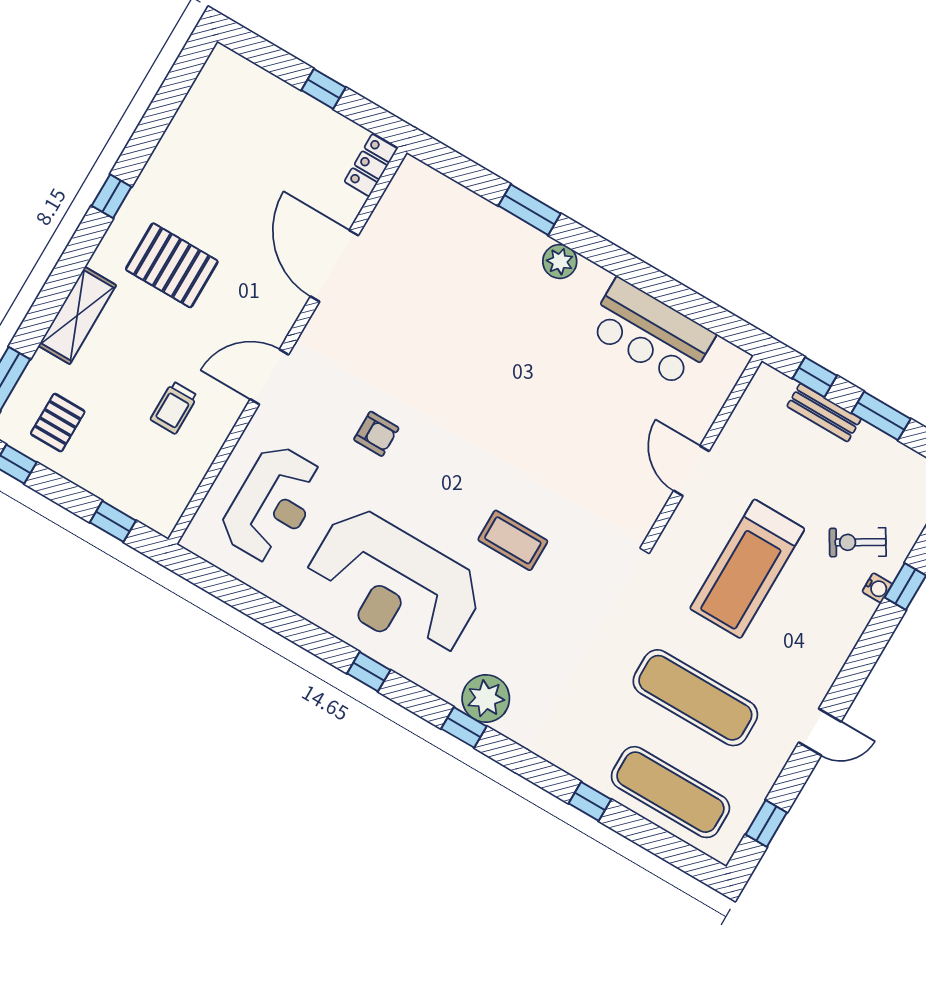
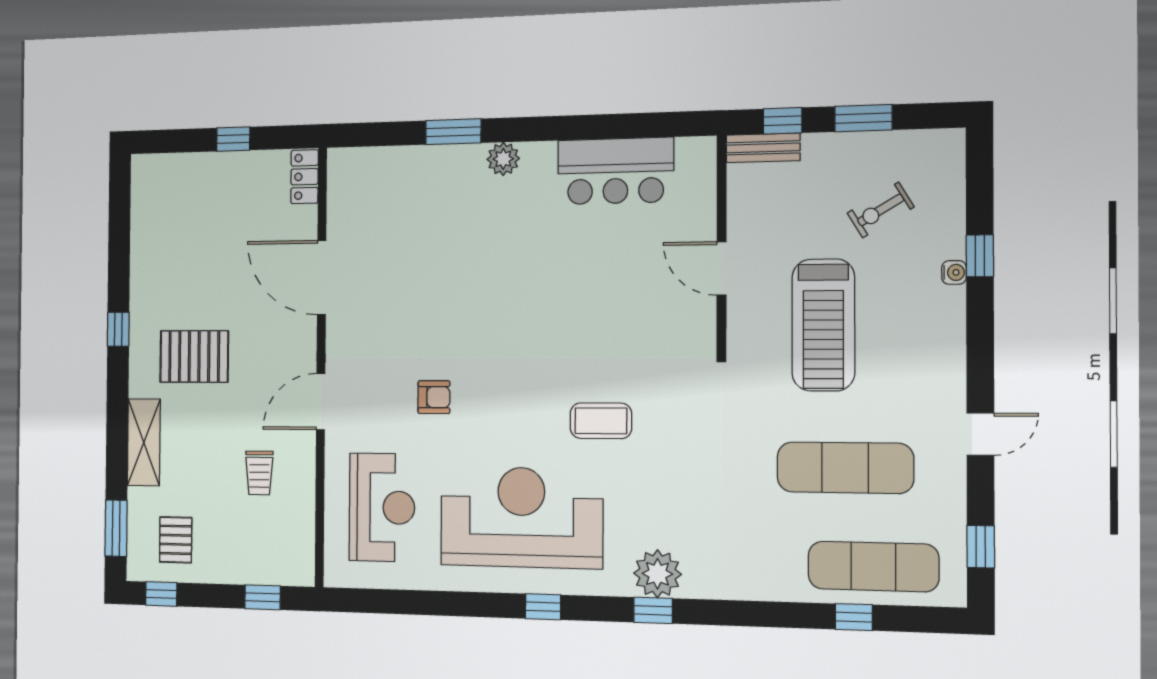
bench: (824, 413) -> (763, 148), moved
exercise bike: (858, 542) -> (881, 210), moved
reception desk: (394, 584) -> (521, 517), turned 180
window: (590, 801) -> (854, 617), moved

